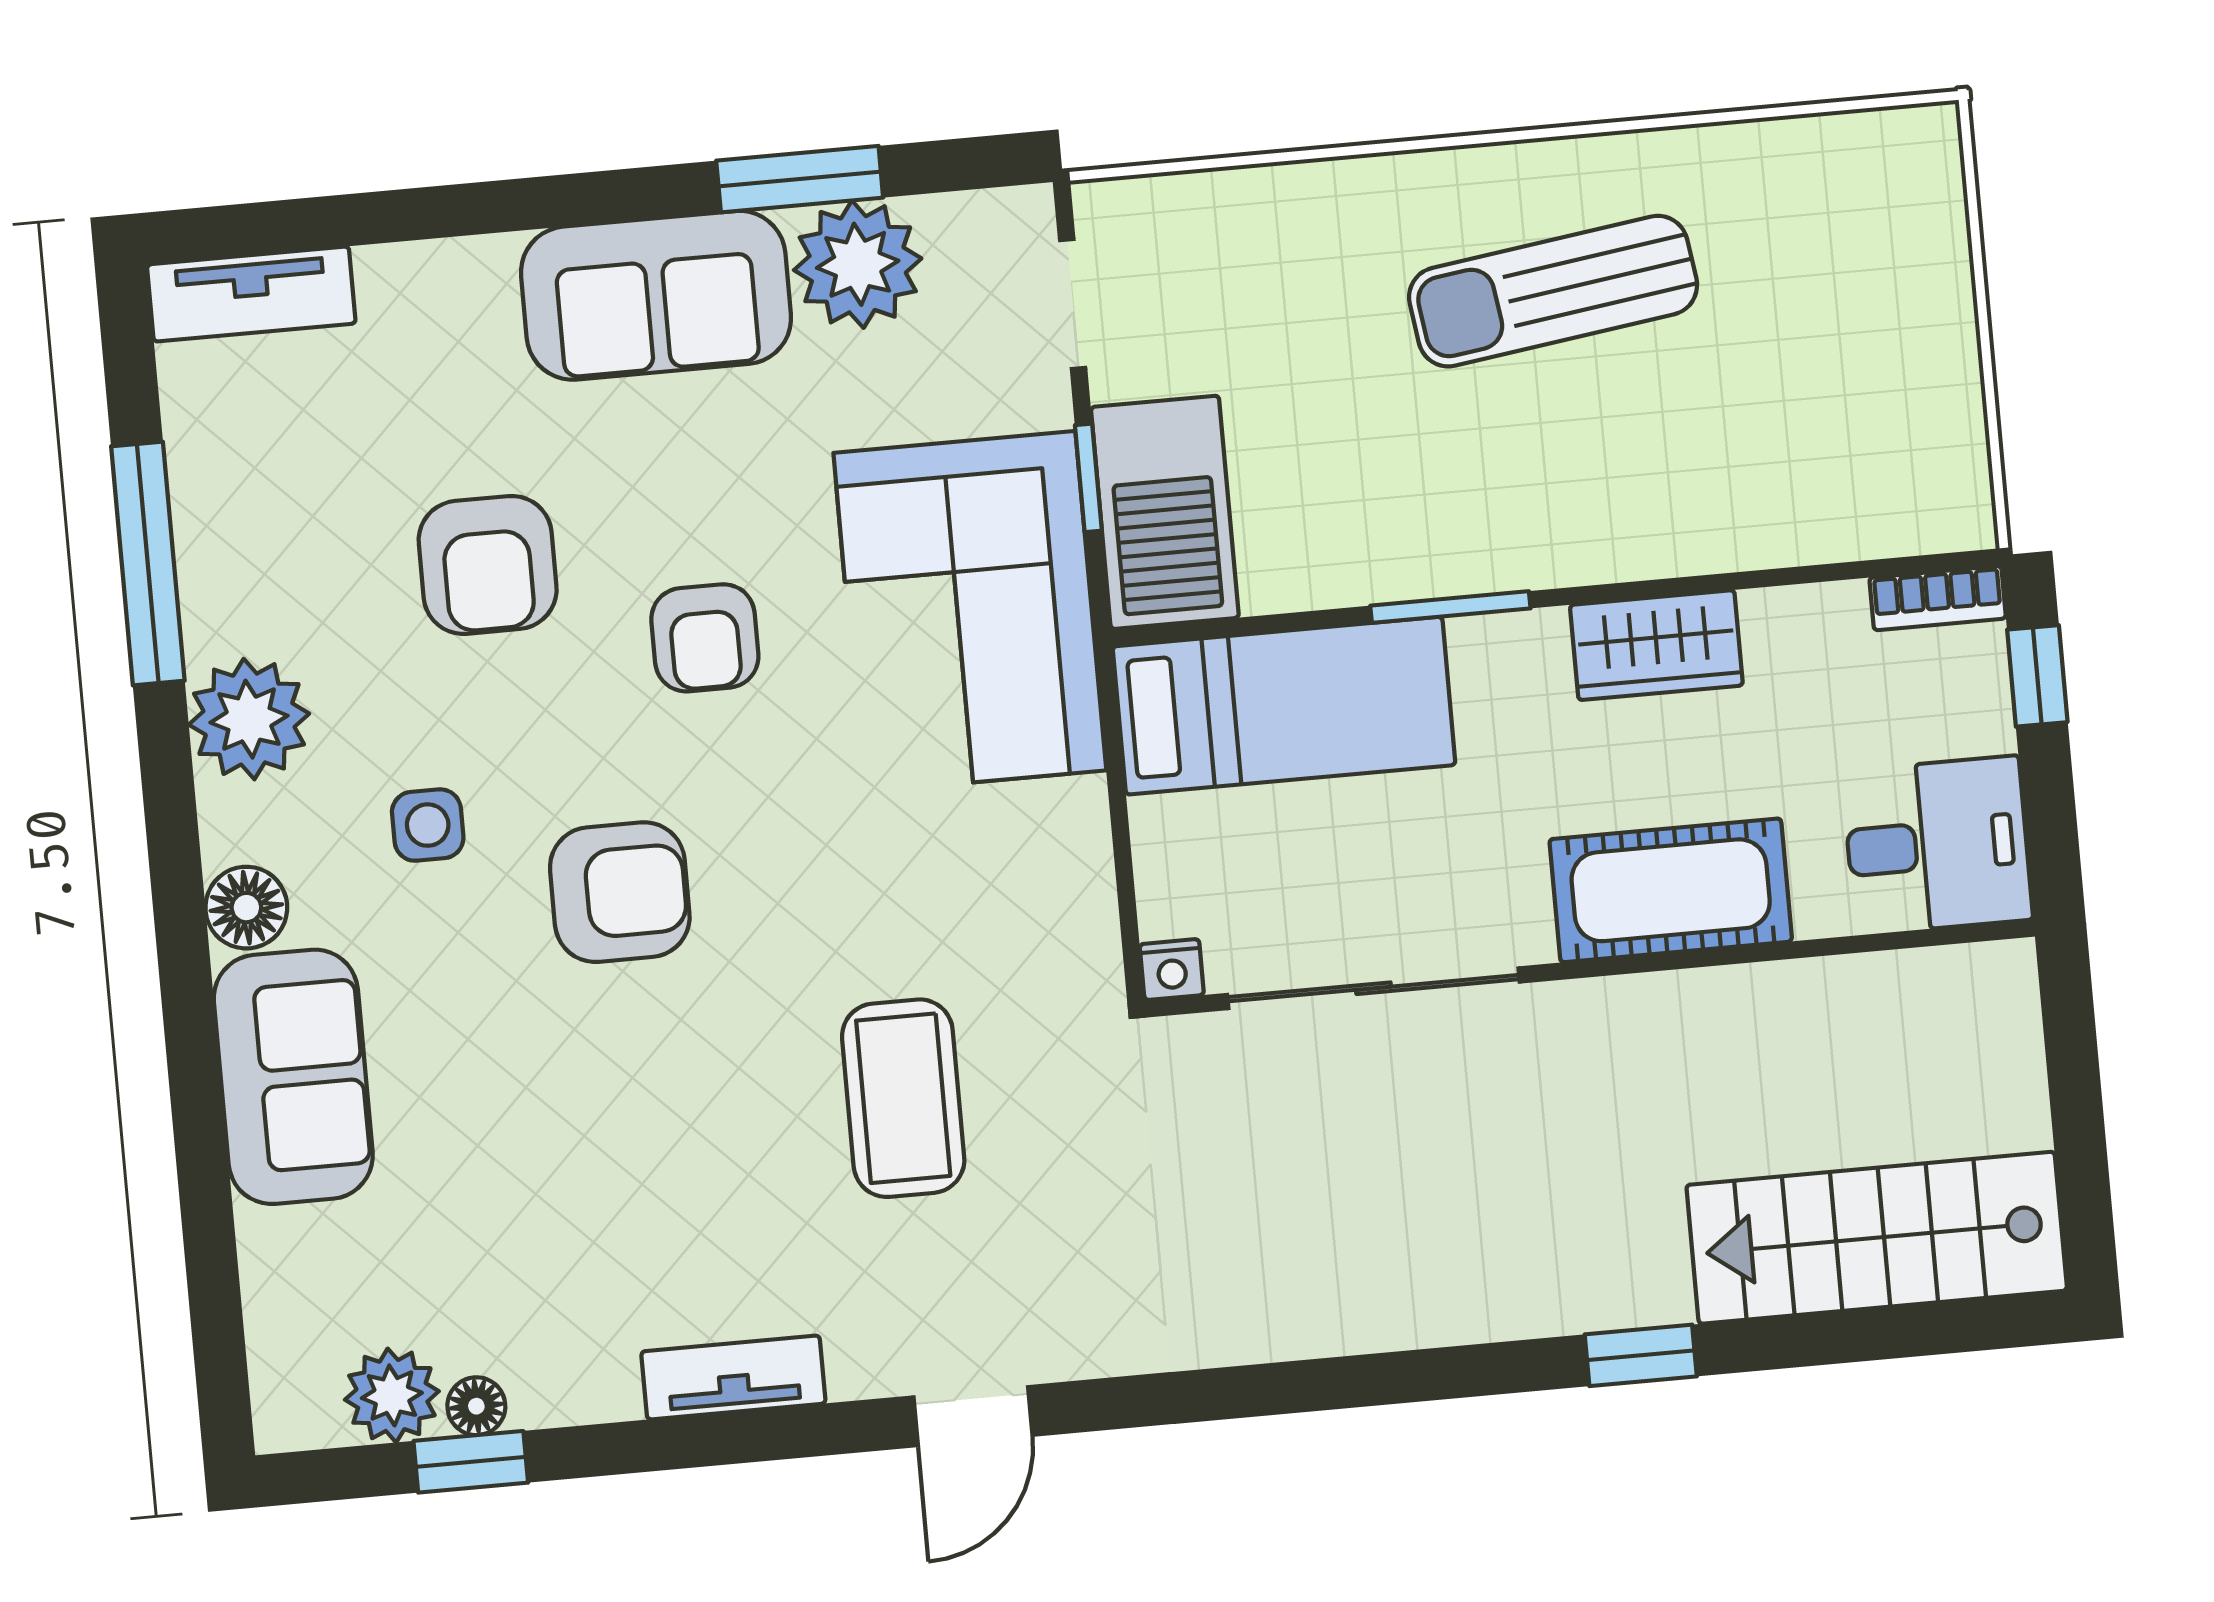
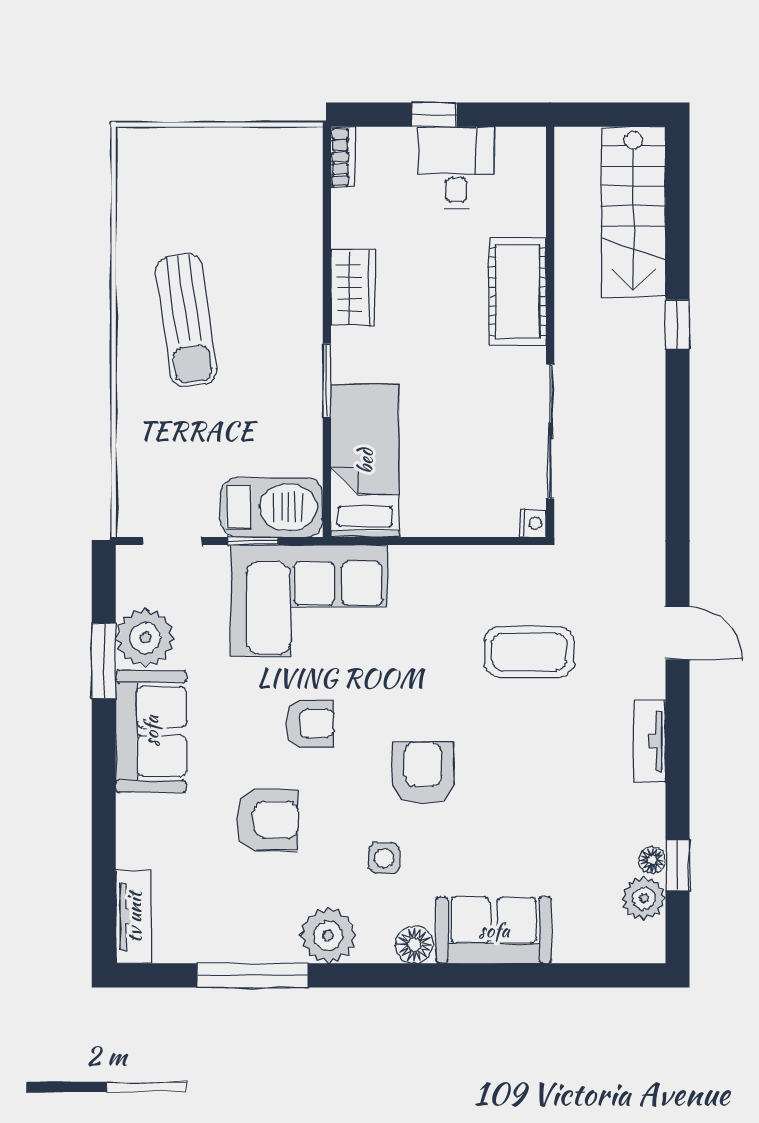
window: (2037, 676) -> (434, 115), moved
cot: (1671, 890) -> (518, 292), moved
wall: (1590, 968) -> (550, 332), moved
nightstand: (1172, 970) -> (533, 523), moved
sliding door: (1373, 988) -> (550, 432), moved

